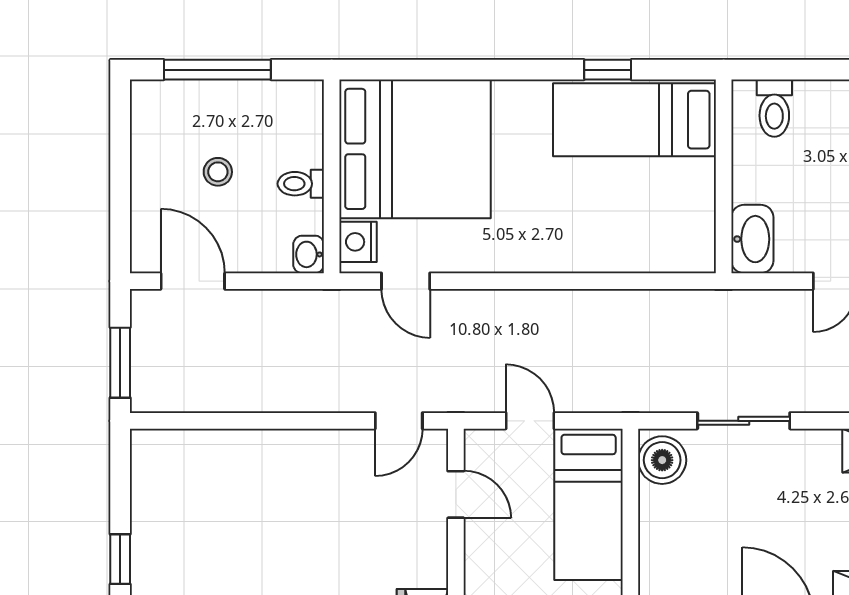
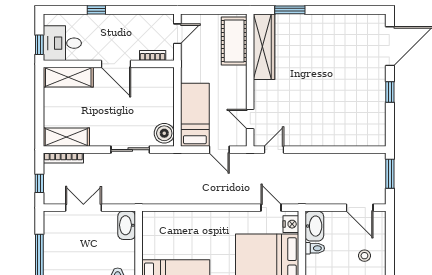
stool: (218, 172) -> (364, 256), moved
washbasin: (309, 254) -> (314, 226), width x1.91, depth x1.45

